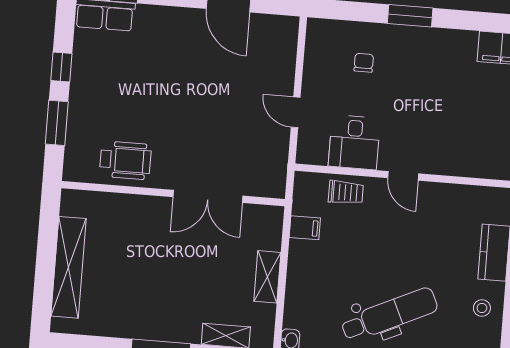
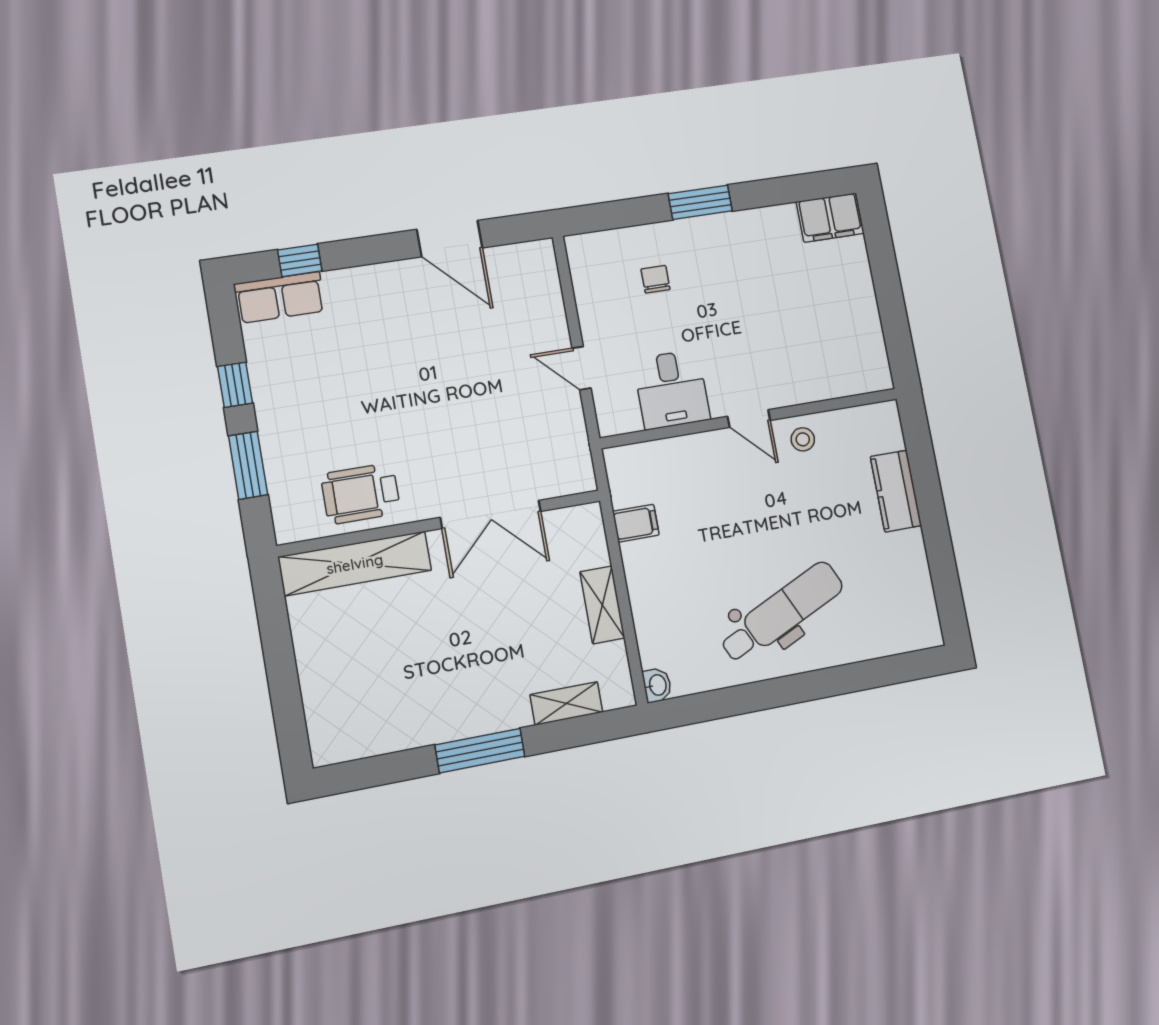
wheelchair: (125, 160) -> (361, 494), turned 180
trolley: (346, 192) -> (678, 460), removed
shelving: (69, 267) -> (355, 564), moved, turned 90
stool: (482, 308) -> (803, 439), moved

